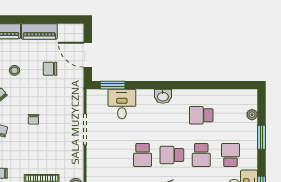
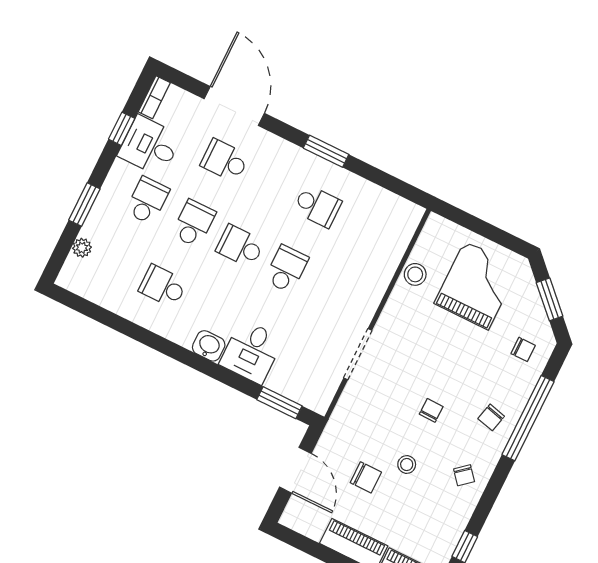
stool: (14, 70) -> (407, 464), moved
desk: (122, 104) -> (251, 352), moved
school desk: (201, 115) -> (163, 286), turned 180
school desk: (172, 155) -> (240, 246), turned 180
school desk: (231, 155) -> (147, 201), turned 180

